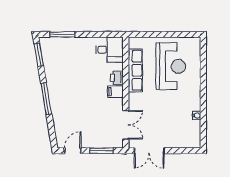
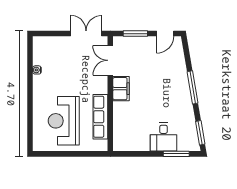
desk: (109, 50) -> (164, 137), moved, turned -90
printer: (117, 78) -> (119, 109), removed
filing cabinet: (115, 92) -> (121, 89), width x2.00

